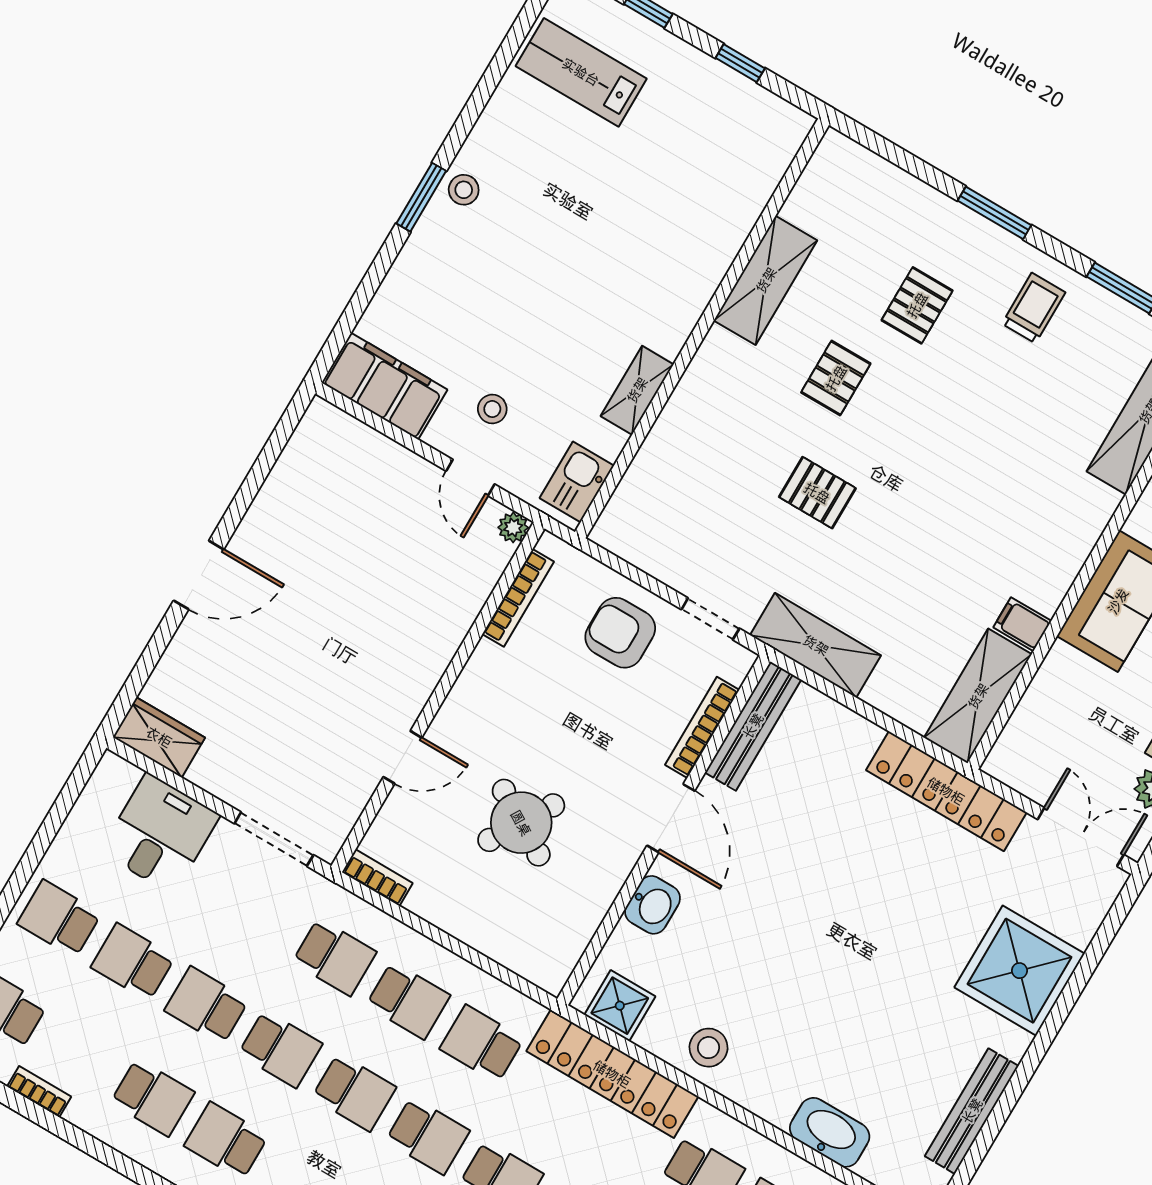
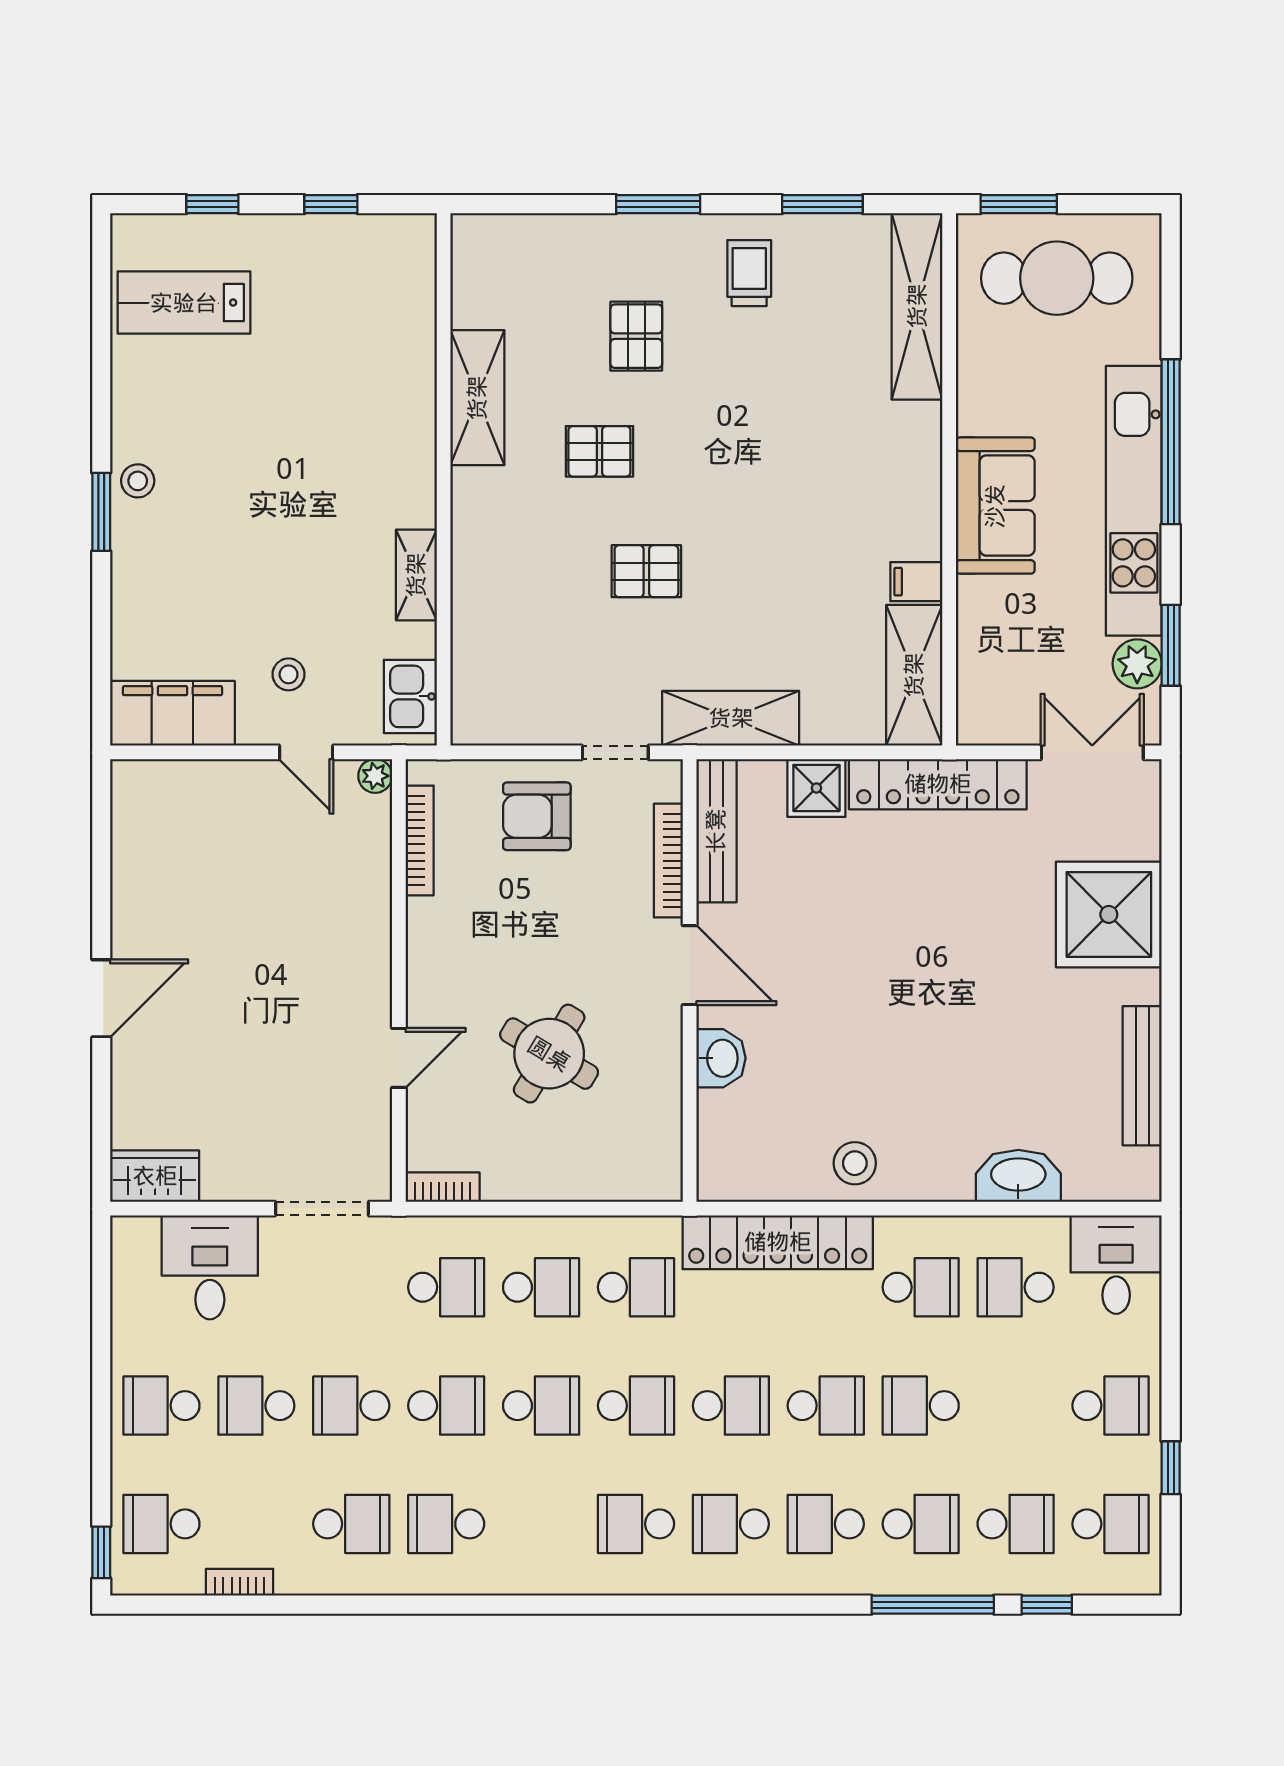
pallet: (836, 378) -> (599, 451), turned 90
shower: (620, 1006) -> (816, 788), moved
school desk: (482, 1044) -> (636, 1287), turned 180

